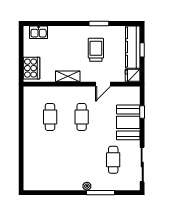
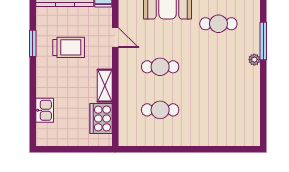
kitchen sink: (39, 32) -> (45, 110), moved
trolley: (96, 50) -> (69, 47), turned 180
cooker: (31, 68) -> (101, 119), moved, turned -90

